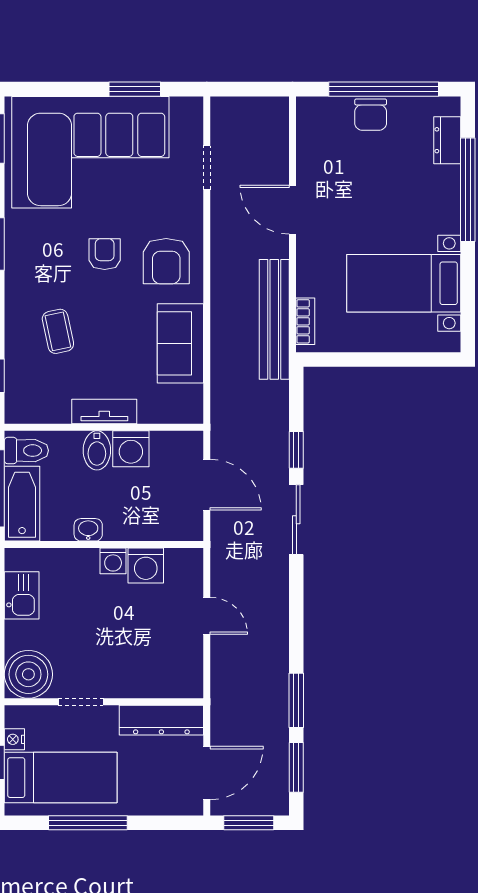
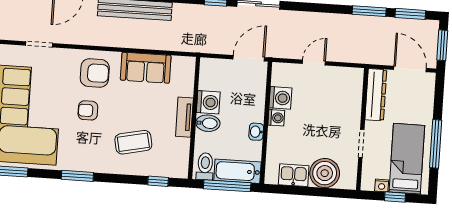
coffee table: (58, 331) -> (133, 142), width x1.36, depth x1.30
door: (207, 485) -> (249, 58), moved
boiler: (28, 674) -> (325, 173), moved

